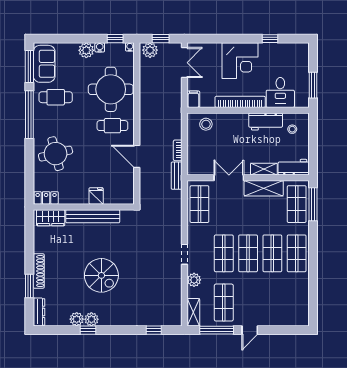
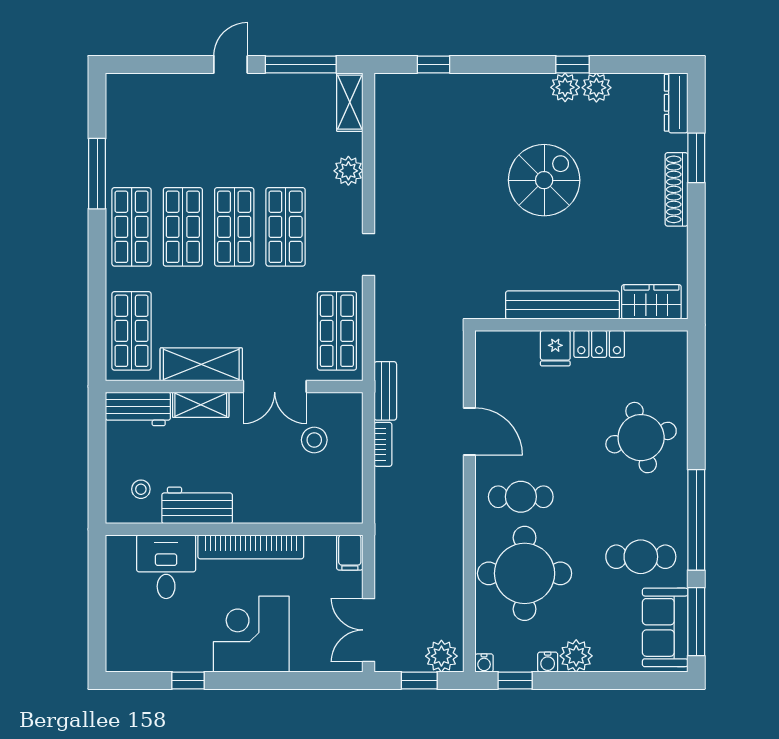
window: (313, 85) -> (97, 582), removed
stool: (206, 124) -> (314, 440), moved
locker: (46, 198) -> (599, 344), moved
window: (313, 204) -> (97, 174), moved
doorway: (184, 254) -> (369, 255), moved
spiral stairs: (101, 275) -> (544, 180), turned 90
shop shelf: (224, 303) -> (286, 123), removed

